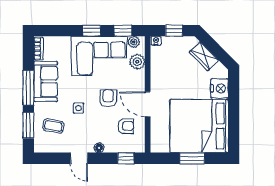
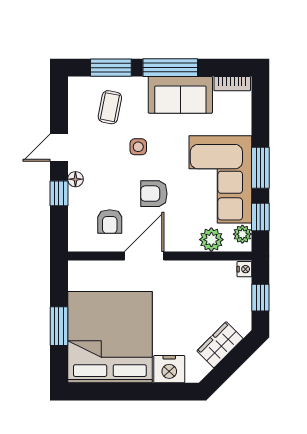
window: (92, 31) -> (260, 168), width x1.50
armchair: (108, 98) -> (154, 194), turned 180
window: (126, 158) -> (59, 193), moved

